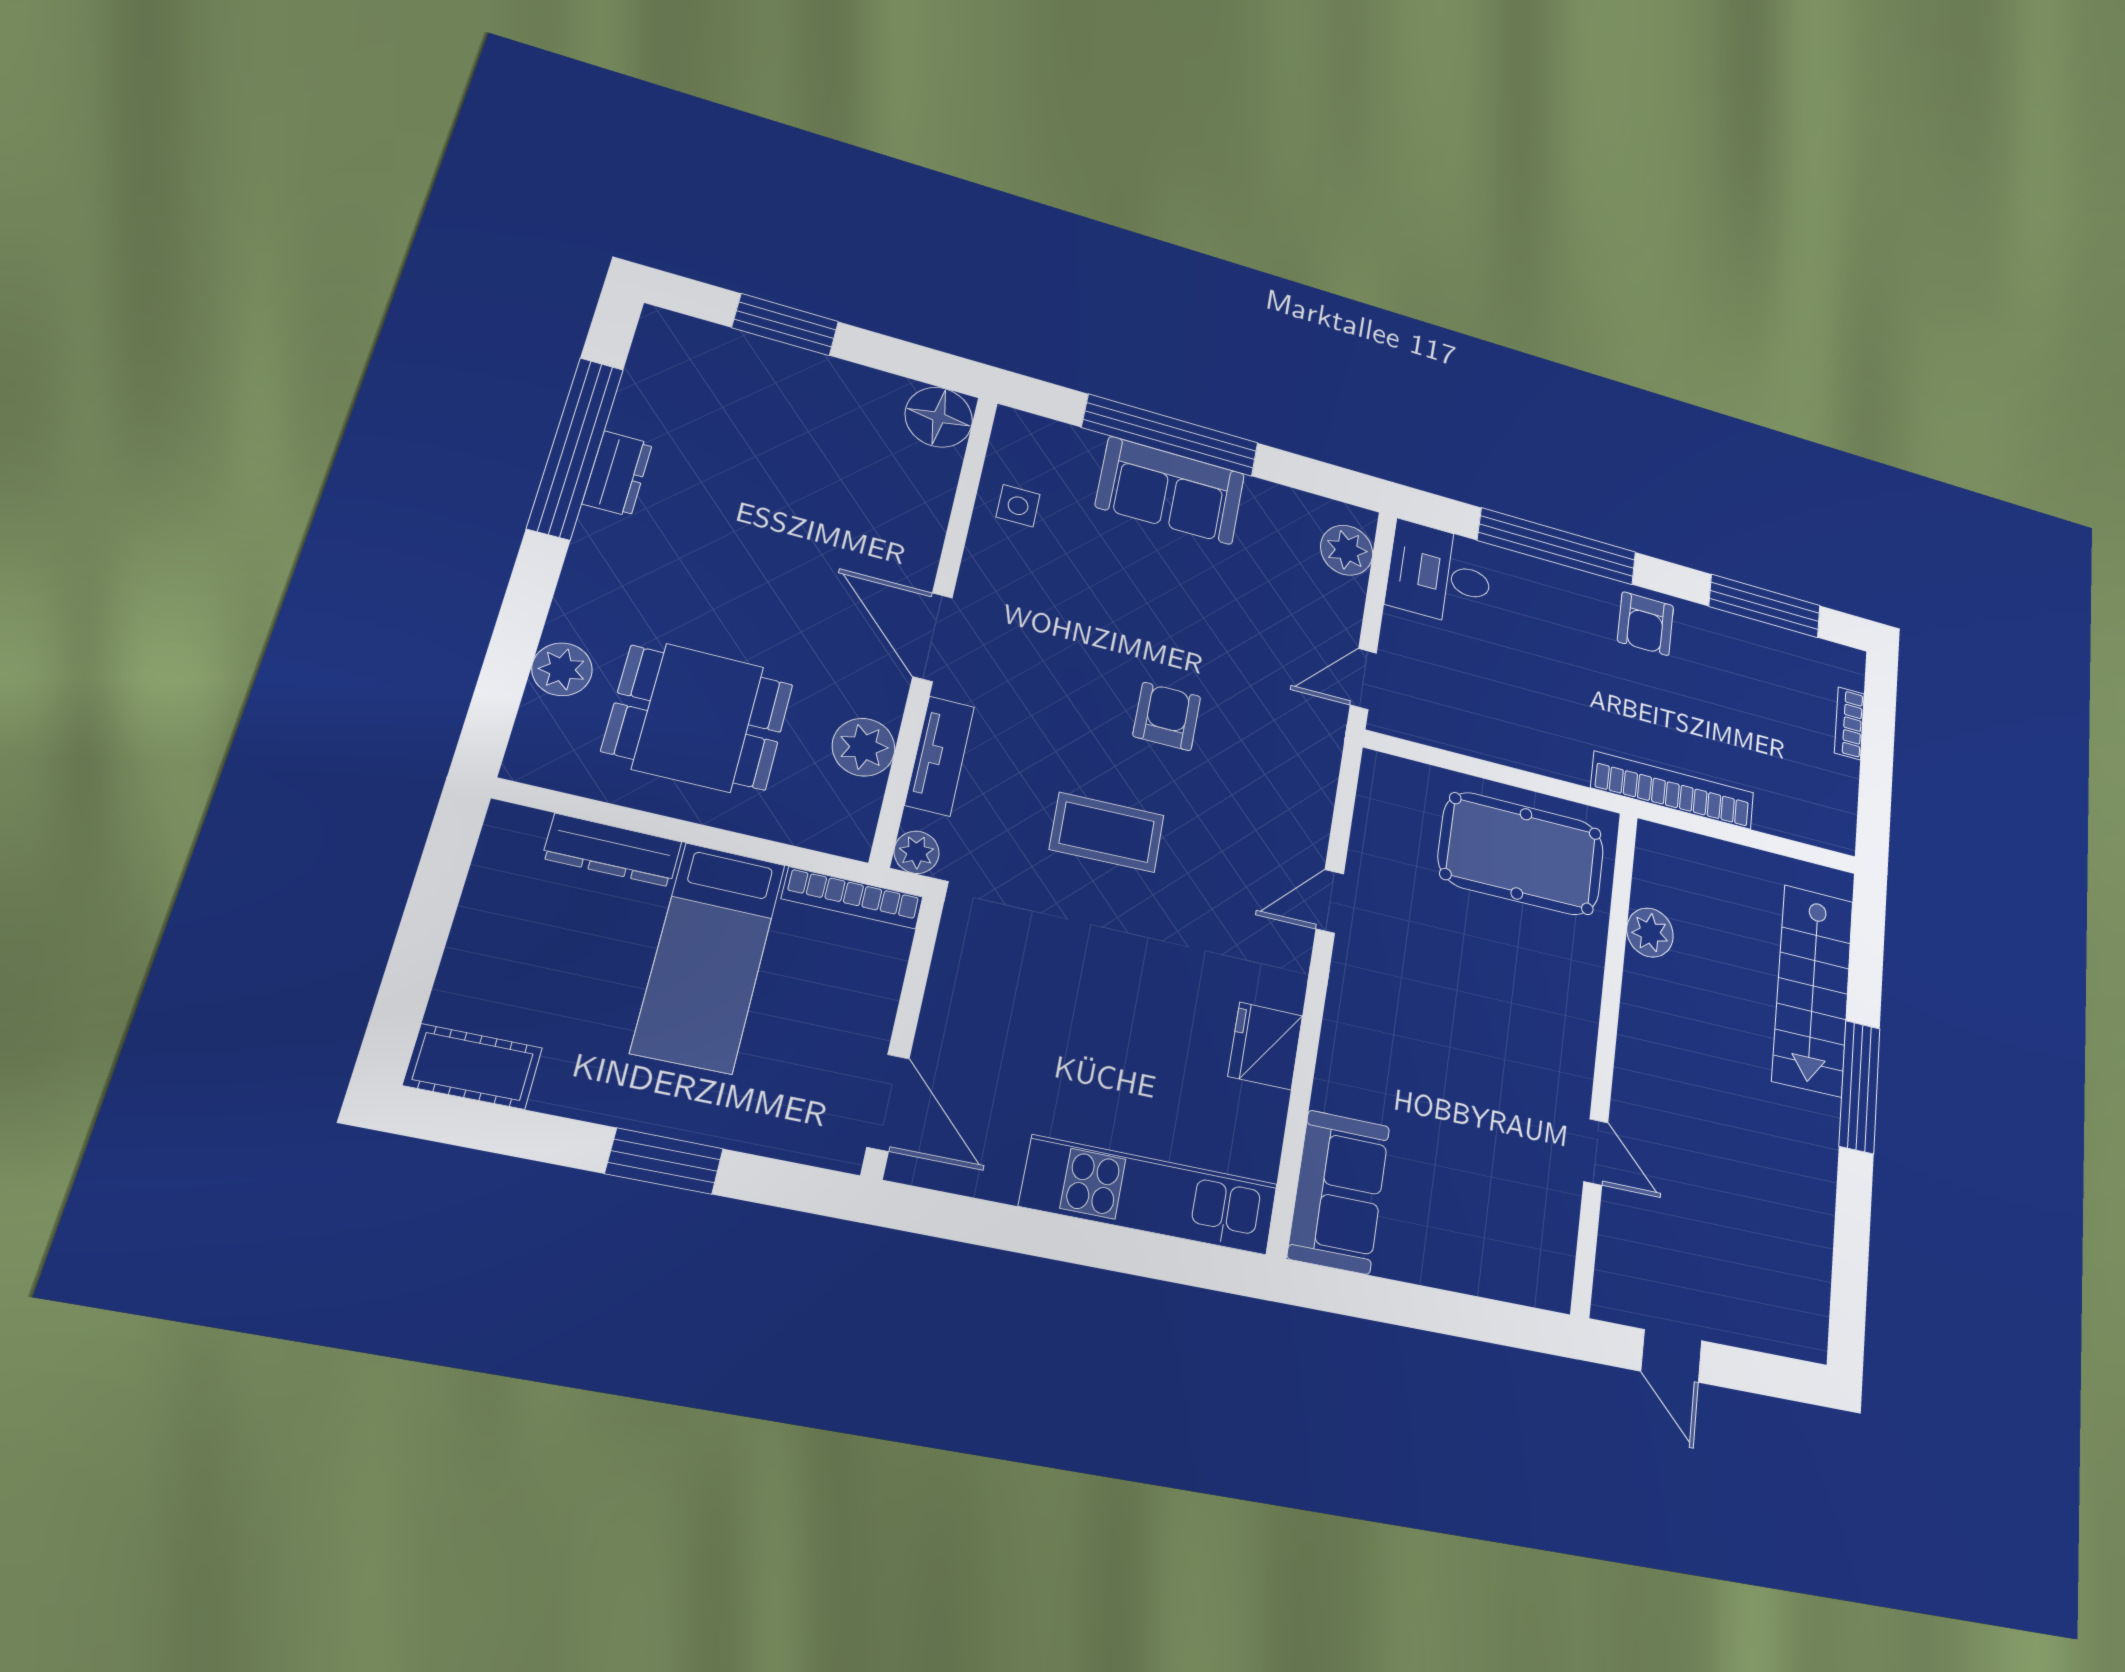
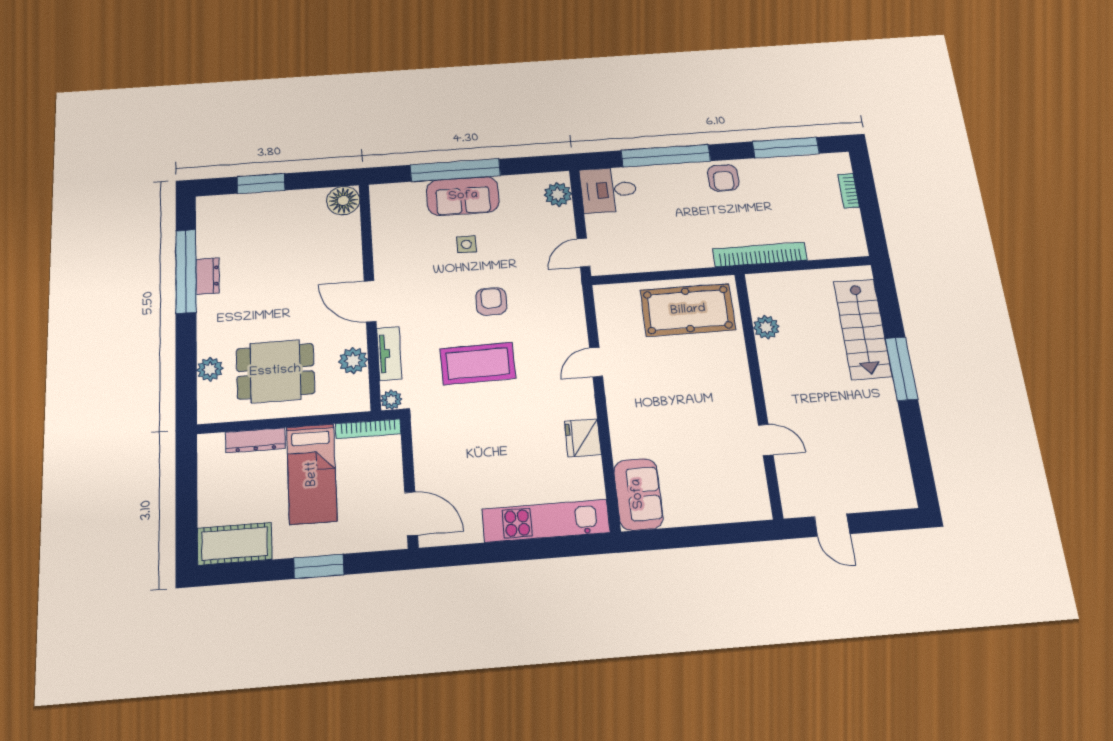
side table: (1018, 506) -> (466, 244), moved
coffee table: (1107, 832) -> (478, 364), width x1.36, depth x1.32
cot: (473, 1067) -> (235, 544), width x1.37, depth x1.34

